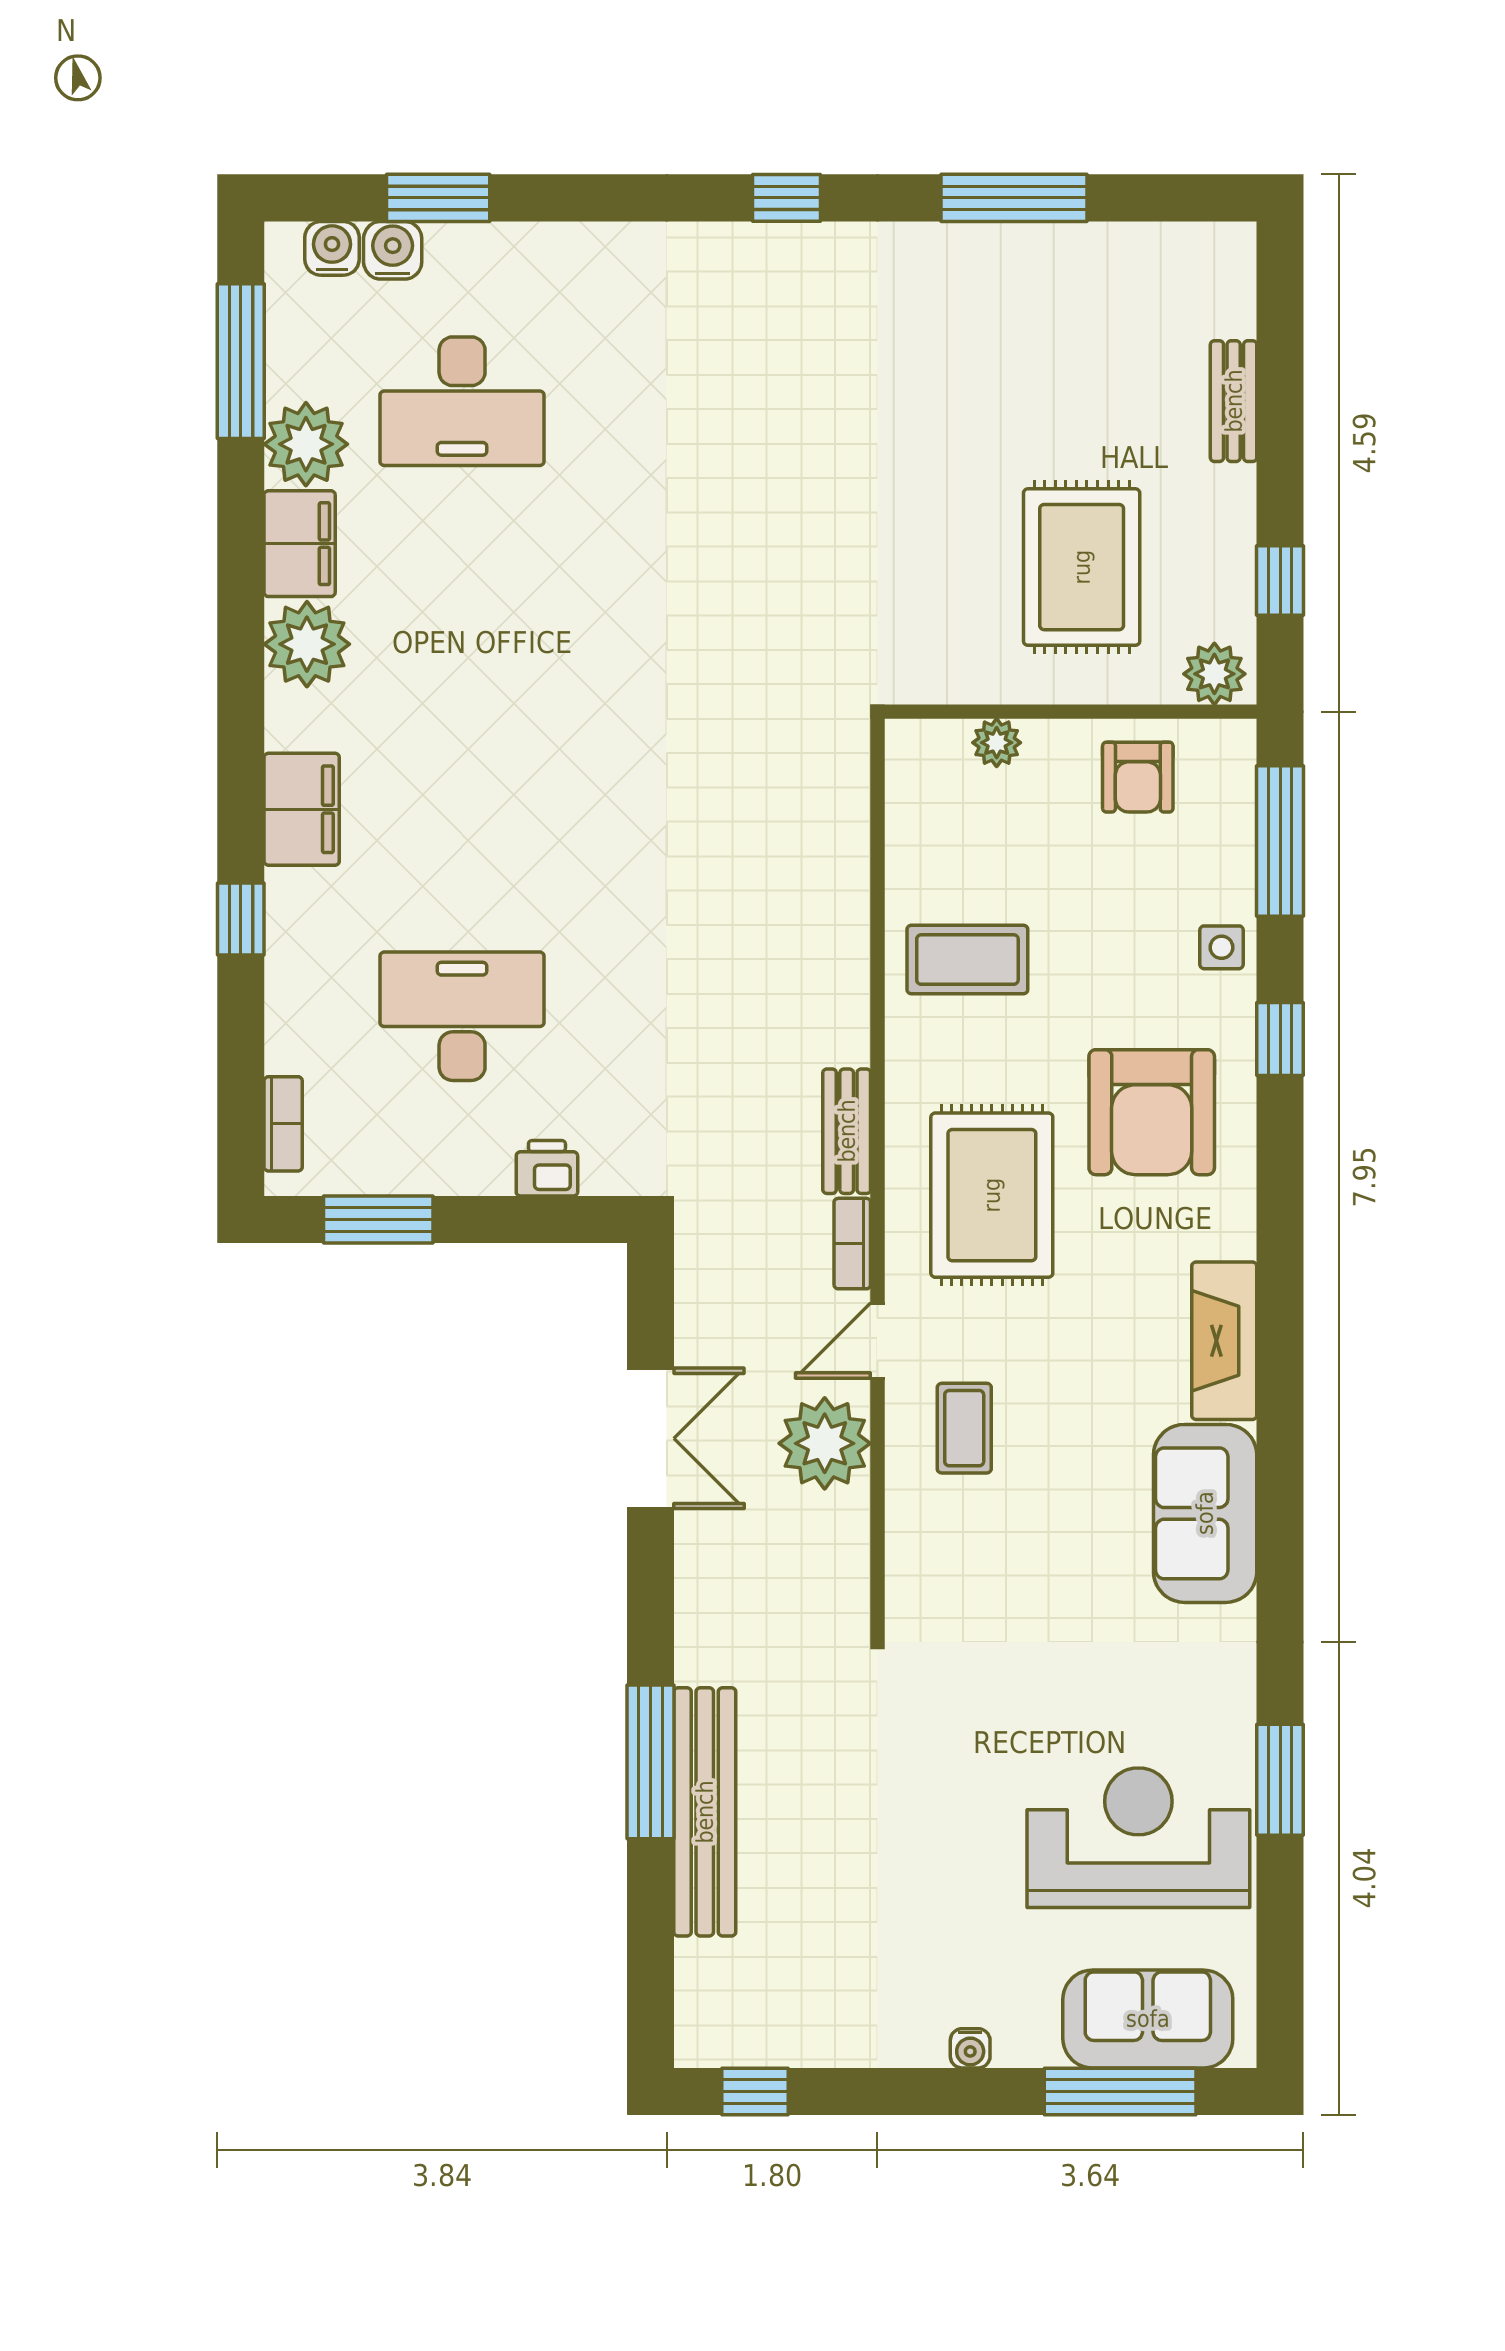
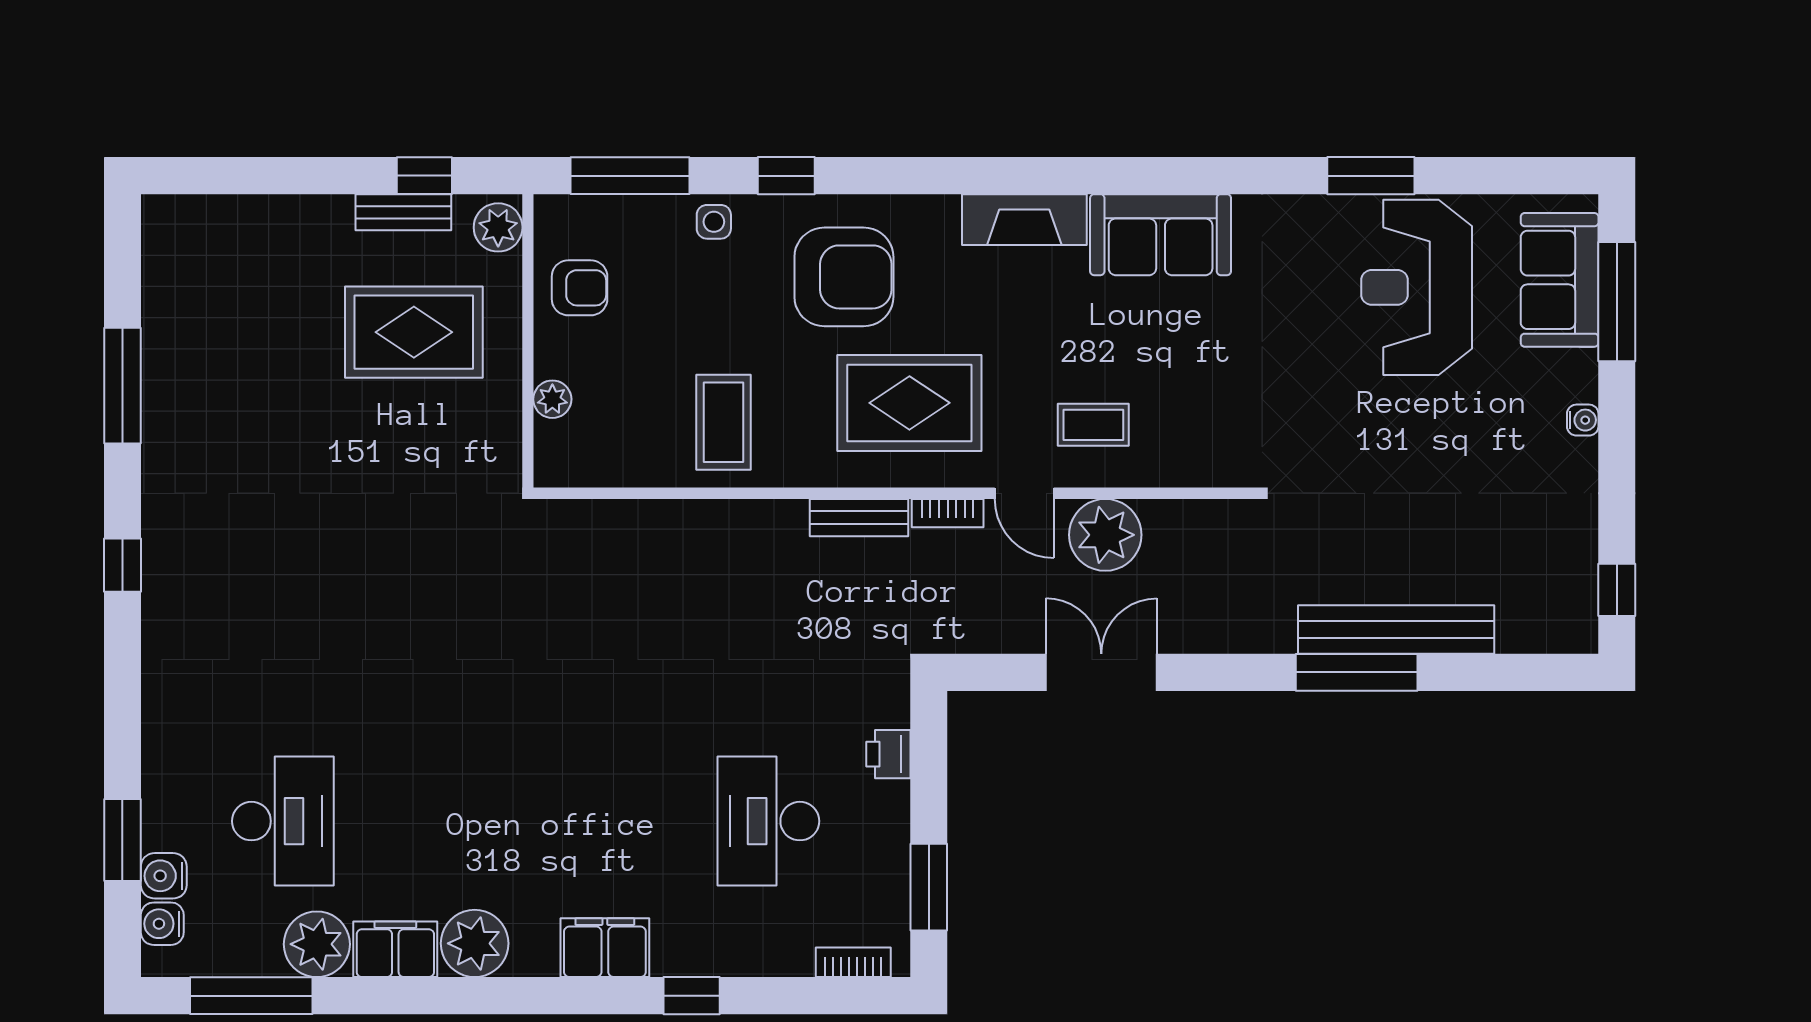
bench: (1234, 401) -> (403, 212), moved

